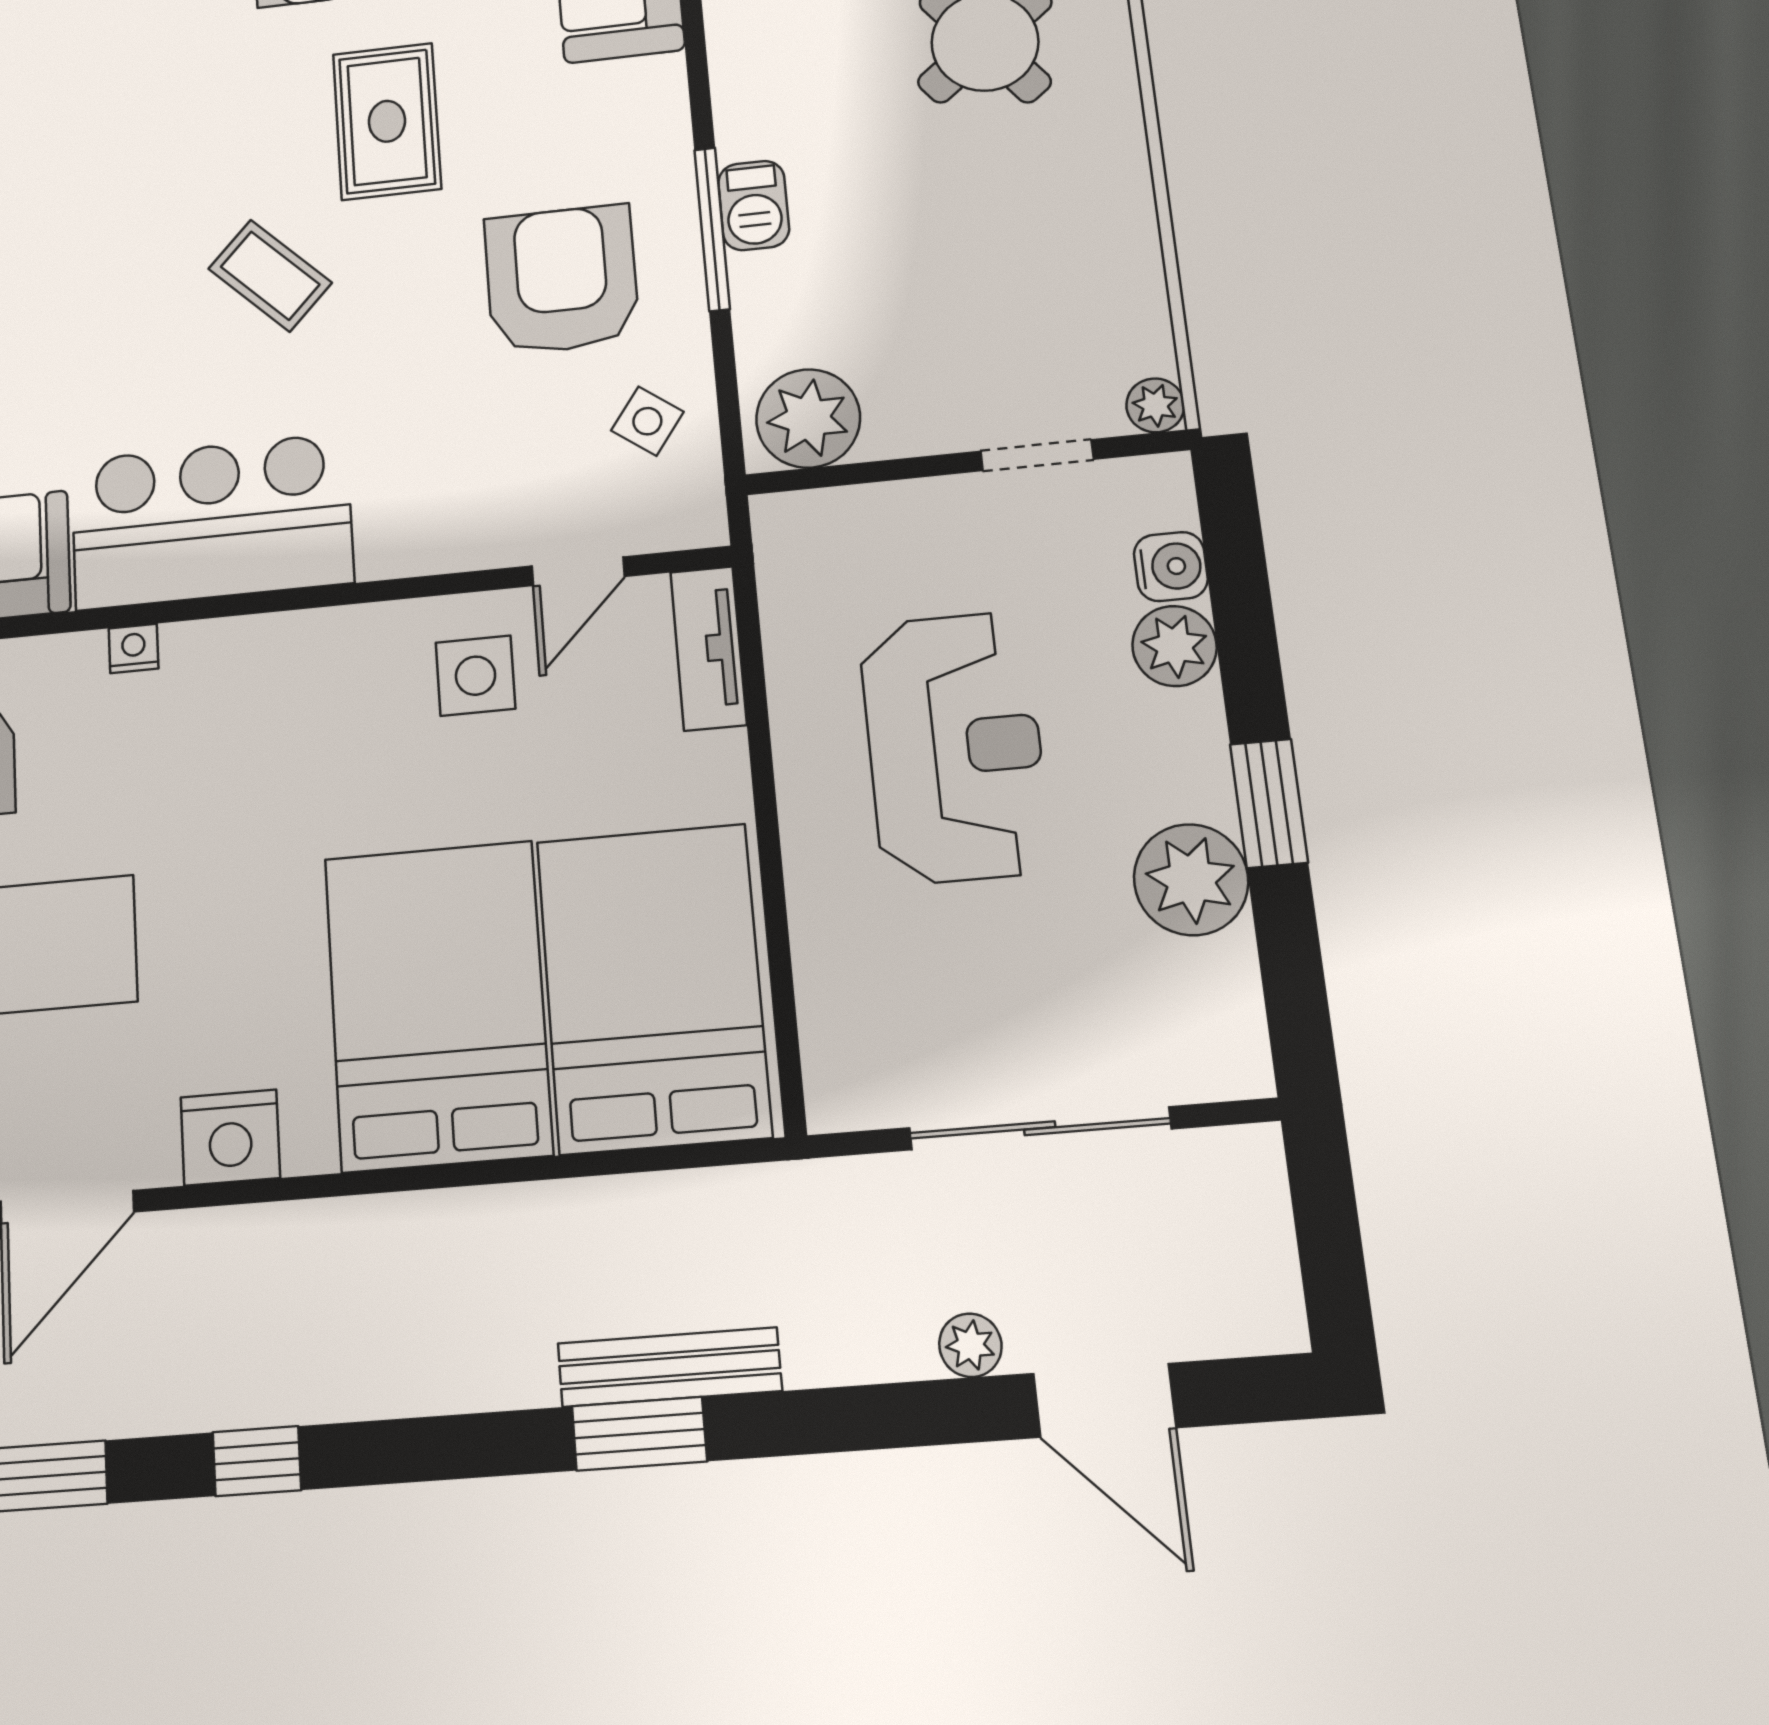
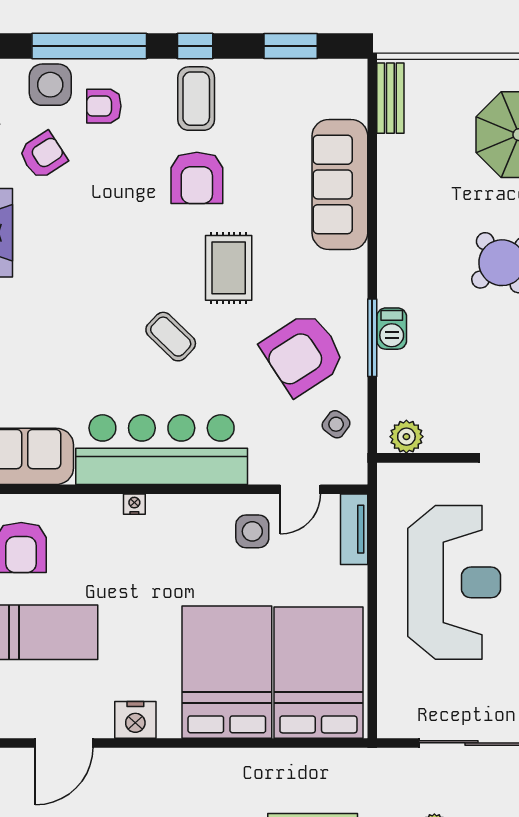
armchair: (562, 280) -> (303, 354), turned -123
plant: (808, 418) -> (406, 437), width x0.73, depth x0.73
bar counter: (211, 521) -> (162, 450), width x1.36
nightstand: (133, 648) -> (134, 504), moved
reception desk: (955, 747) -> (454, 582), width x1.36, depth x1.30

